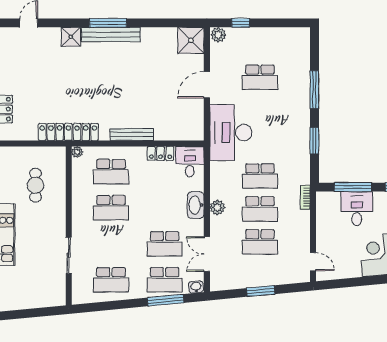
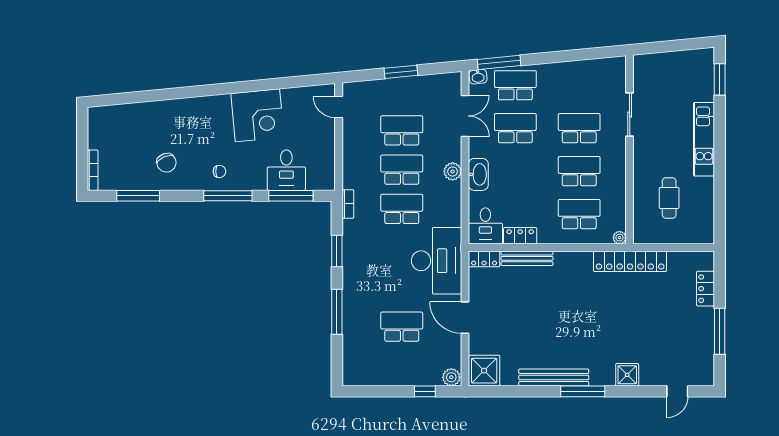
bench: (111, 35) -> (554, 378), moved
door: (207, 85) -> (465, 318), swing flipped
locker: (191, 134) -> (484, 259), added
bench: (132, 135) -> (527, 258), moved
bookcase: (305, 197) -> (348, 204), moved
school desk: (111, 280) -> (579, 128), moved
window: (166, 300) -> (499, 62), moved

